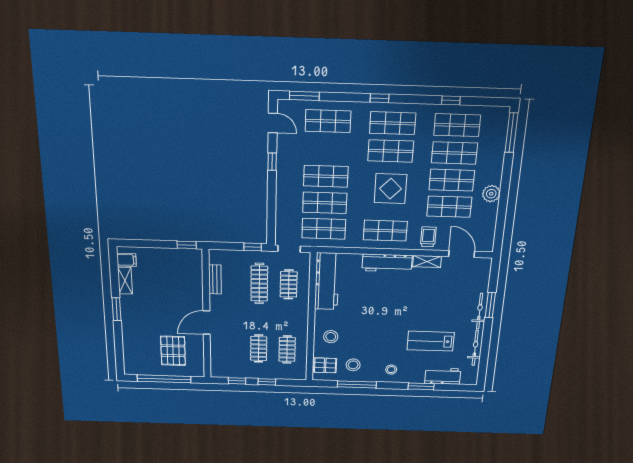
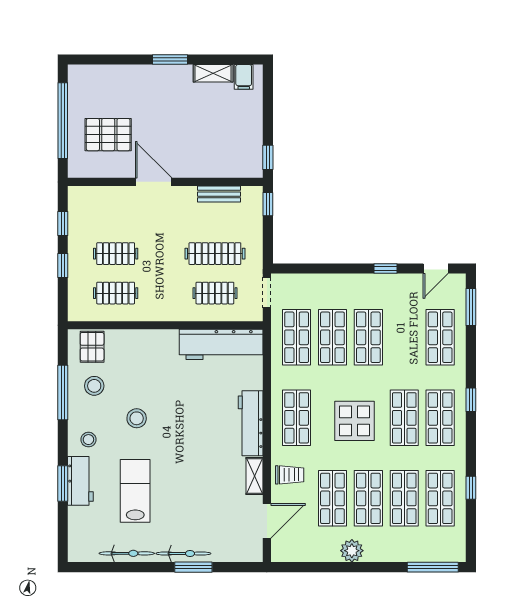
window: (253, 247) -> (268, 204), moved
stool: (331, 337) -> (137, 418), moved
workbench: (443, 376) -> (80, 481), moved

